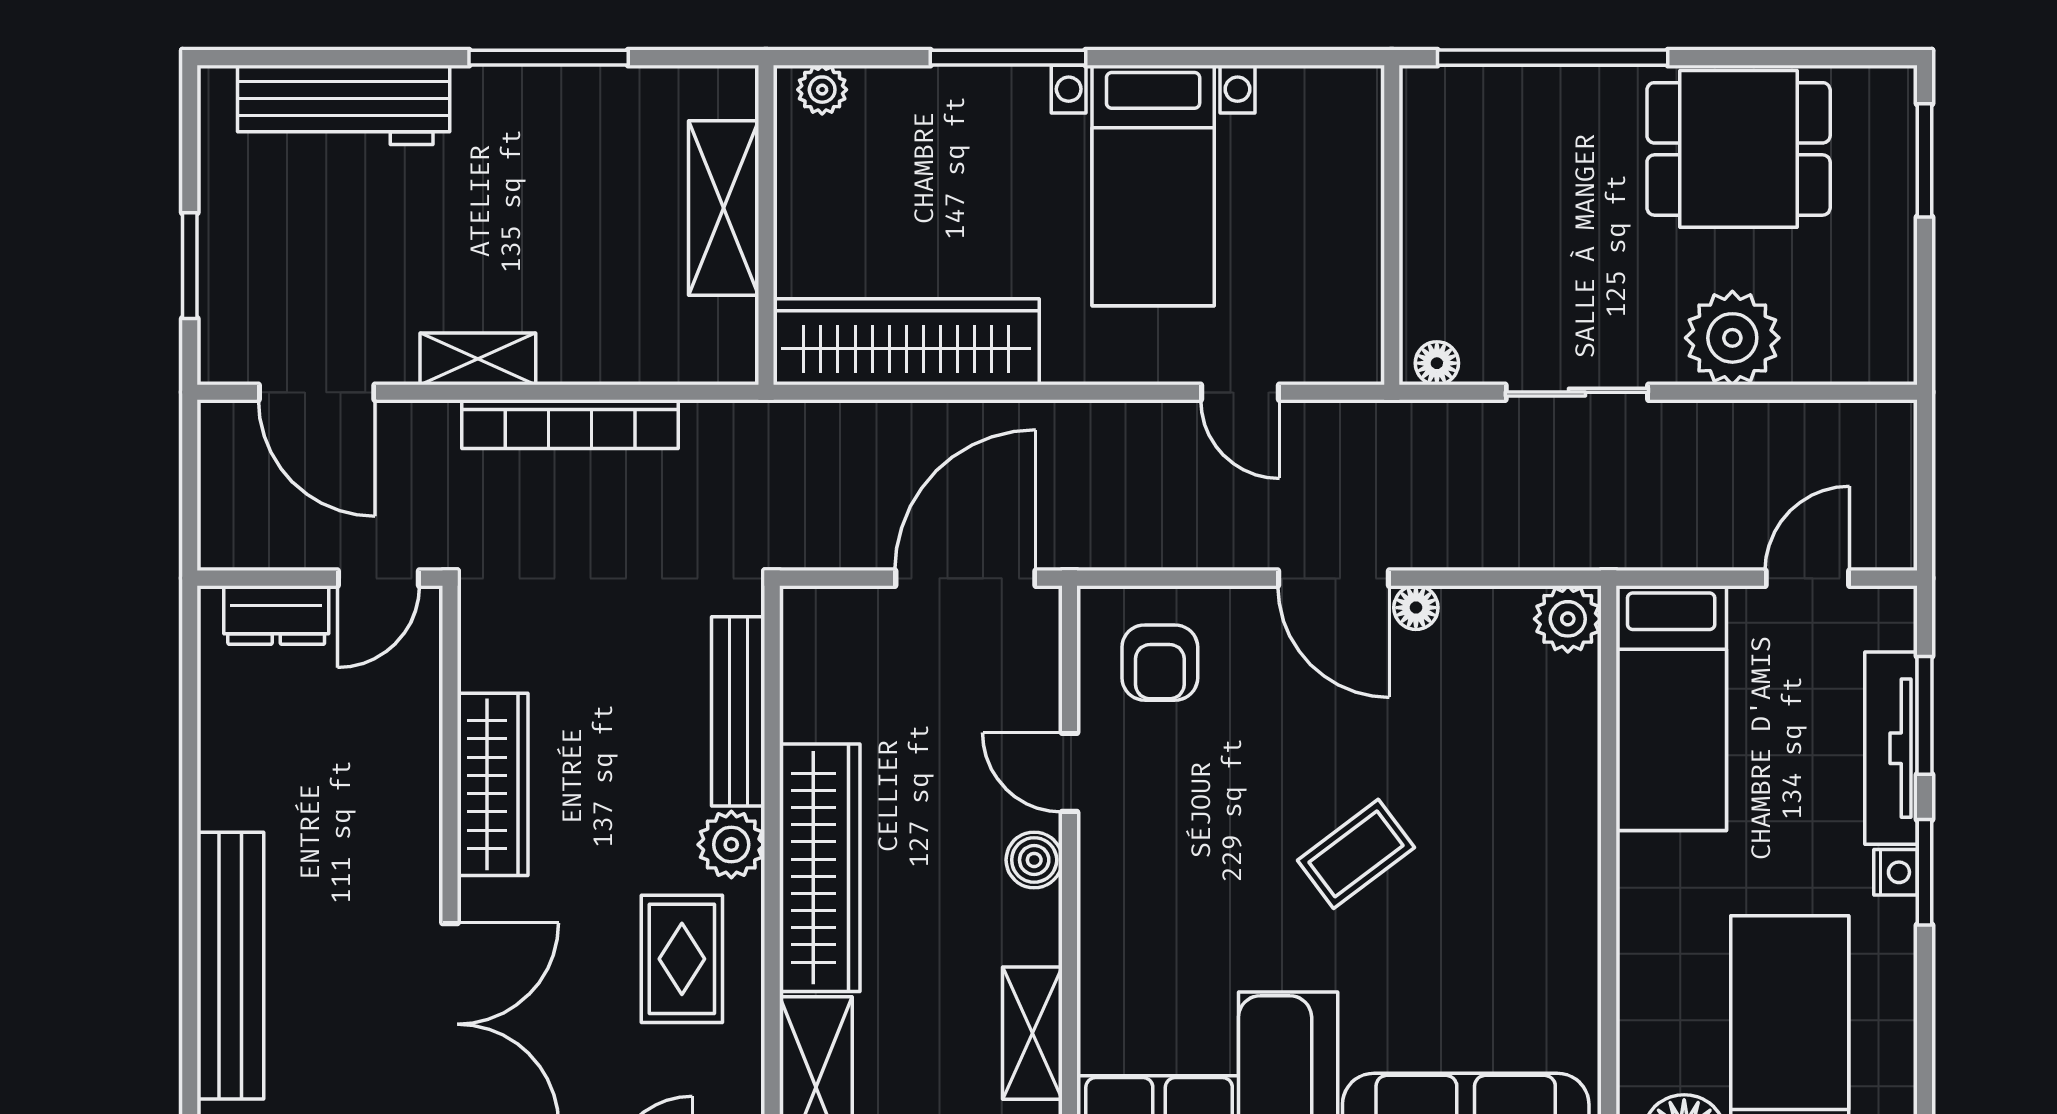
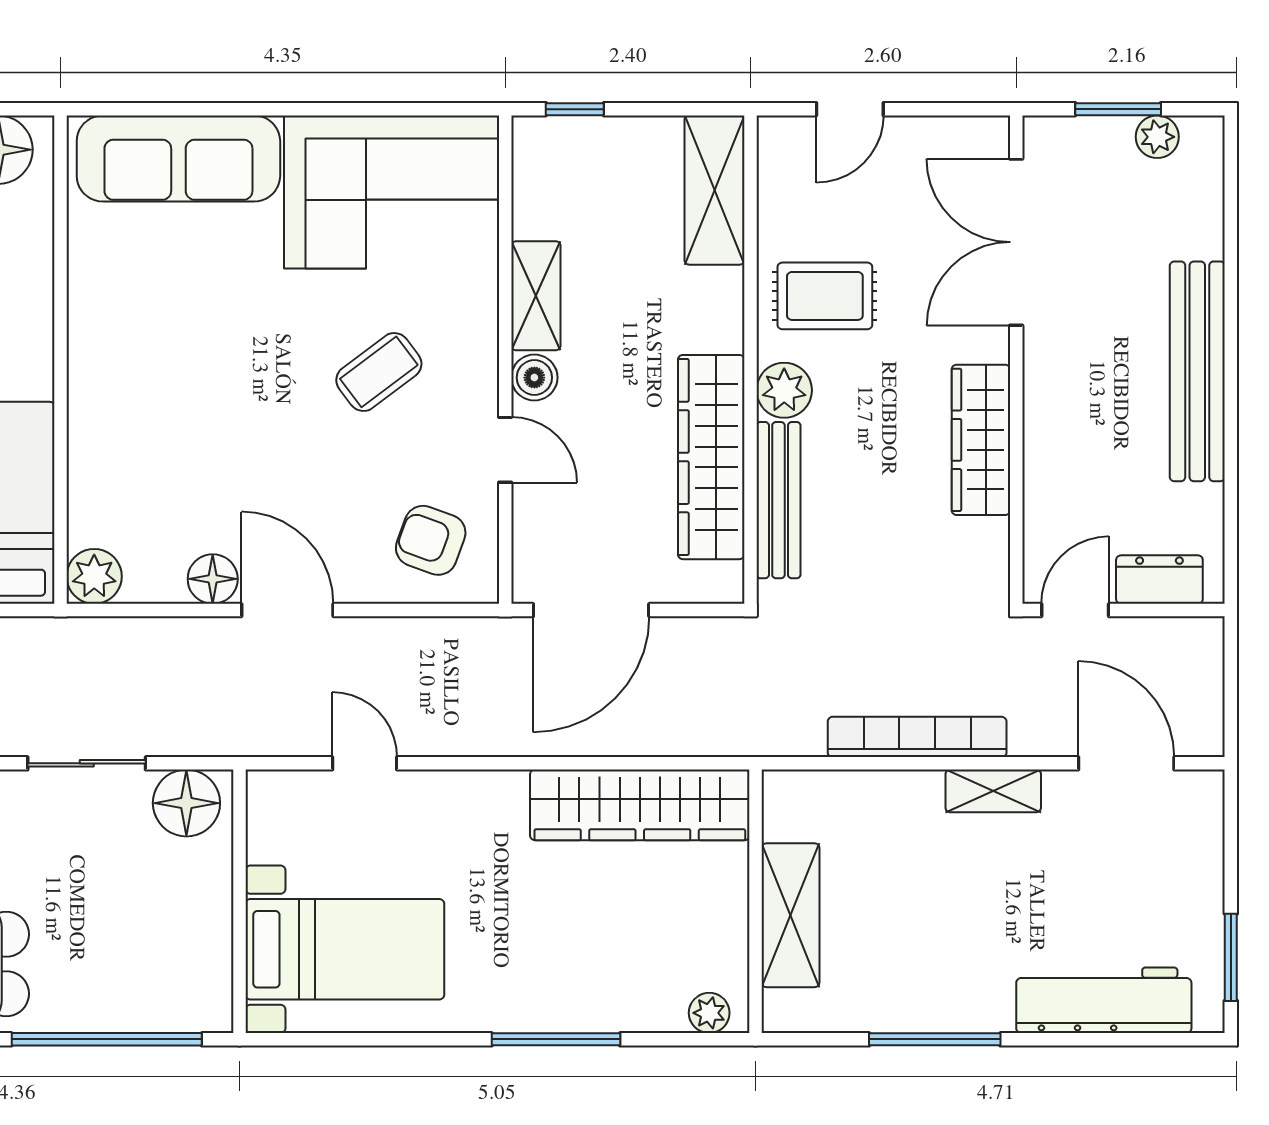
bed with nightstands: (1153, 185) -> (345, 949), moved, turned 90
window: (190, 266) -> (1231, 957), moved
floor lamp: (1437, 363) -> (186, 803), width x1.89, depth x1.89
floor lamp: (1416, 608) -> (213, 579), width x1.37, depth x1.37
armchair: (1160, 663) -> (431, 540), turned -70
coffee table: (1356, 854) -> (379, 372), moved
wardrobe: (820, 868) -> (711, 457), moved
rug: (682, 959) -> (825, 296), turned 90
bench: (230, 966) -> (1197, 371), moved
shelving: (1032, 1033) -> (536, 296), moved

